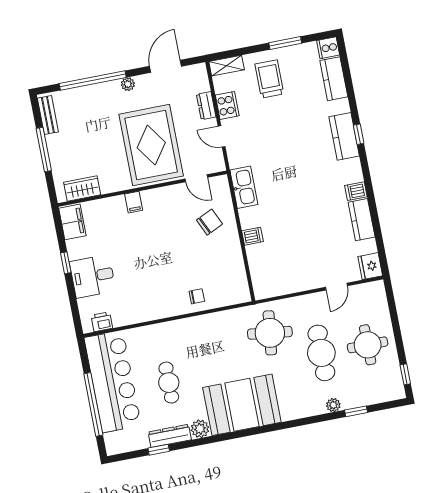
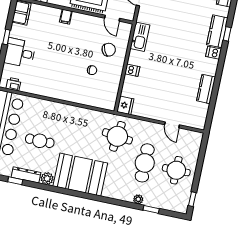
dishwasher: (356, 191) -> (214, 53), moved
fridge: (370, 266) -> (125, 105), moved, turned 180
door: (336, 287) -> (172, 125), hinge flipped
chair: (197, 296) -> (92, 70), moved
cafe table: (169, 383) -> (40, 141), turned 90

